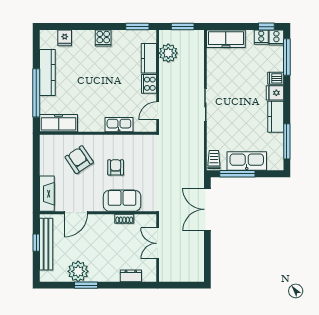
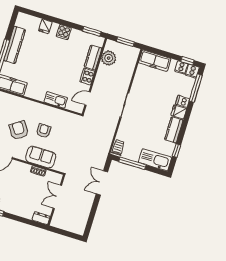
fridge: (65, 38) -> (45, 26), moved
window: (287, 141) -> (176, 151), width x0.46
armchair: (79, 160) -> (19, 130), moved
kitchen sink: (247, 161) -> (155, 160), moved
double door: (207, 209) -> (102, 183), width x0.73
dresser: (131, 276) -> (41, 218), moved

